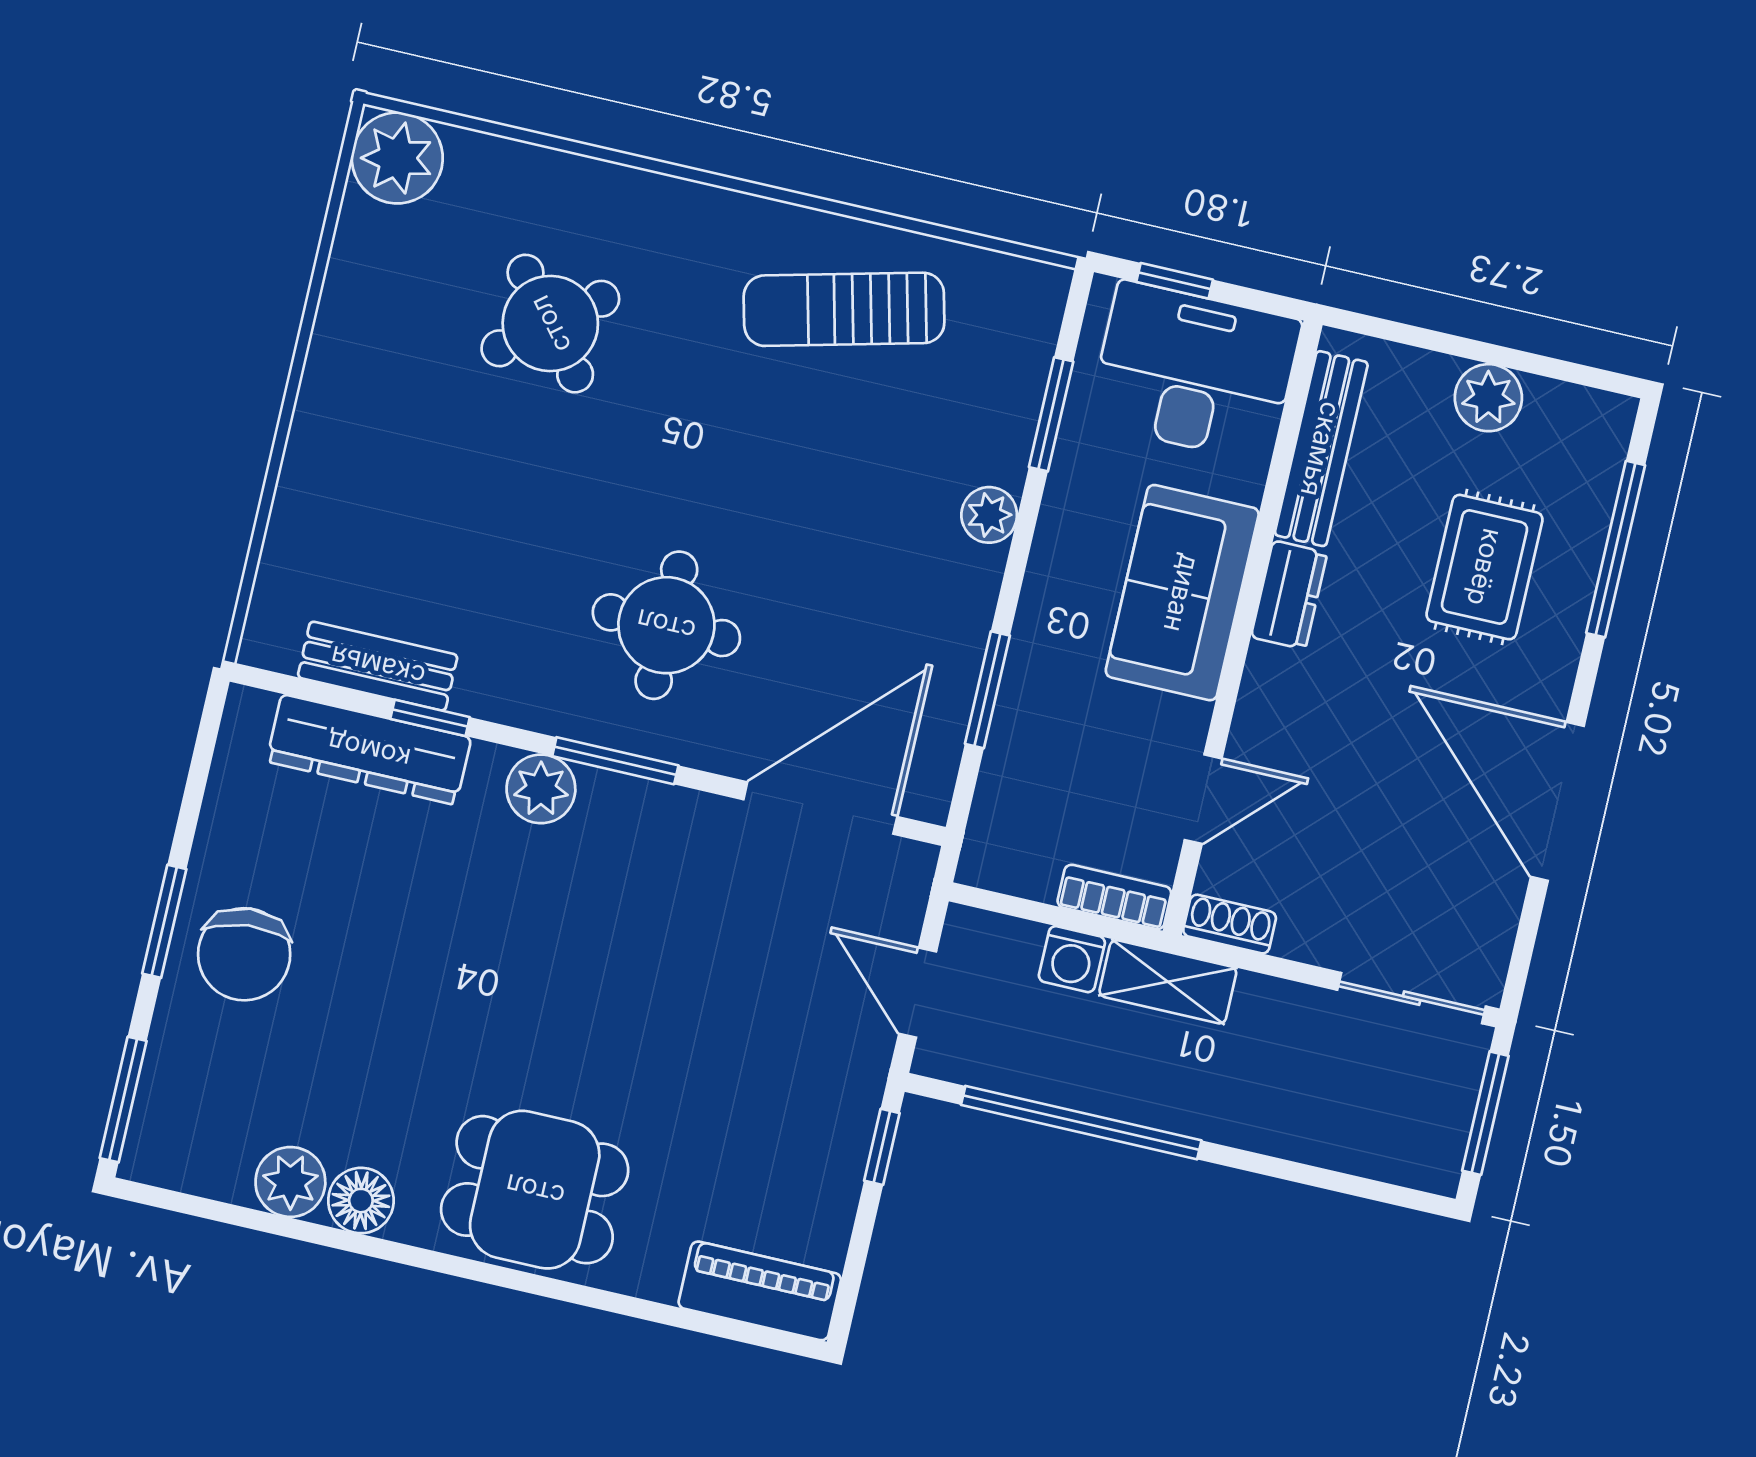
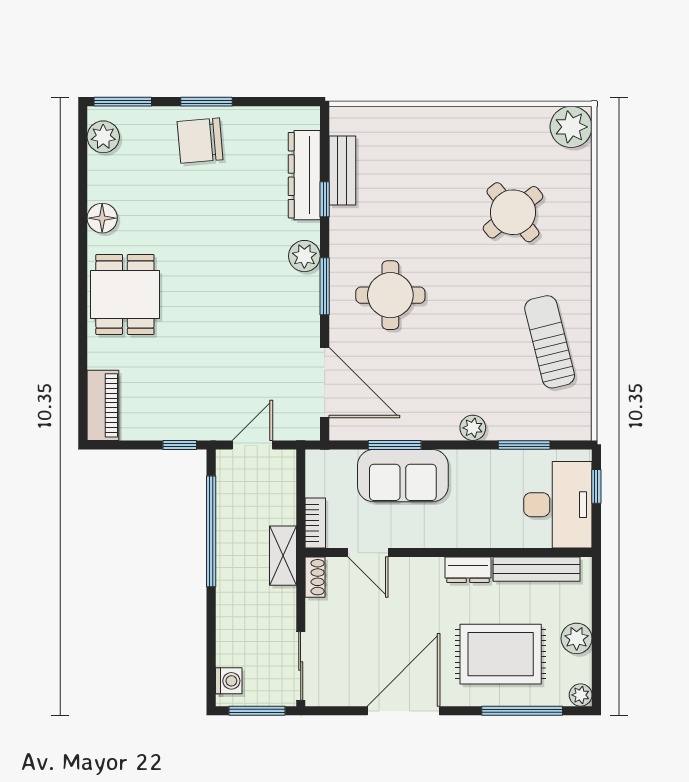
plant: (1611, 417) -> (581, 695), added
rug: (1485, 567) -> (501, 654), width x1.36, depth x1.43
sofa: (1182, 593) -> (403, 476), moved, turned 180
washing machine: (1072, 959) -> (229, 681), moved, turned 180
plant: (290, 1182) -> (103, 137), moved

